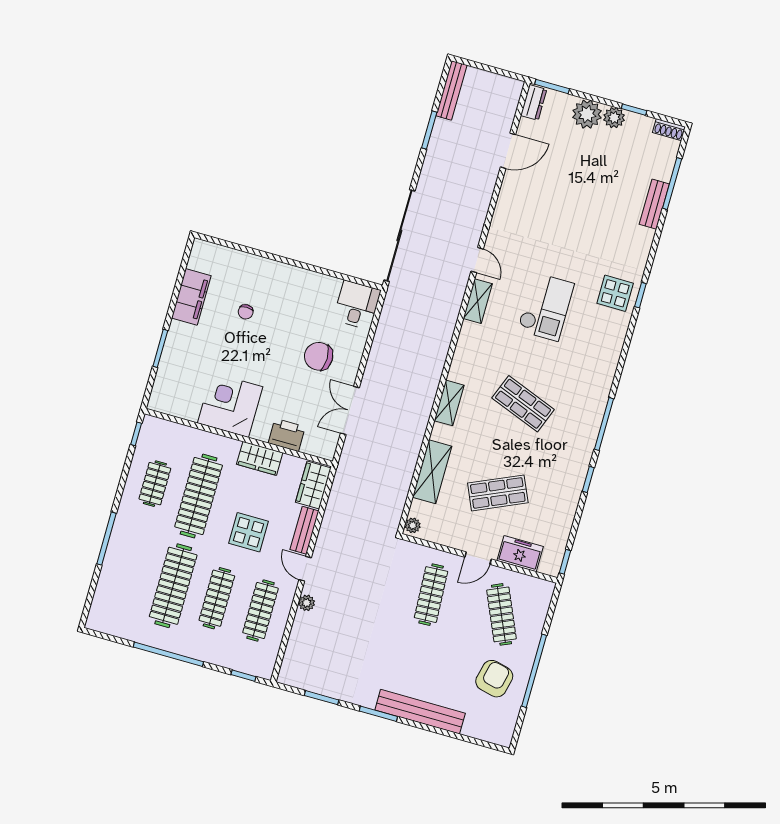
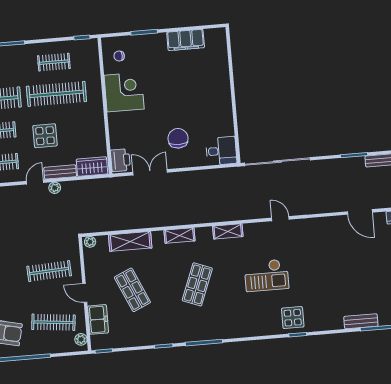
door: (477, 260) -> (280, 219), swing flipped
shelving: (478, 301) -> (228, 231), moved
chair: (246, 312) -> (119, 56), moved
printer: (287, 435) -> (120, 160), moved
wardrobe: (260, 458) -> (96, 125), removed
plant: (538, 586) -> (81, 339), added
plant: (307, 603) -> (55, 188), moved
clothes rail: (501, 614) -> (53, 322), turned 30

